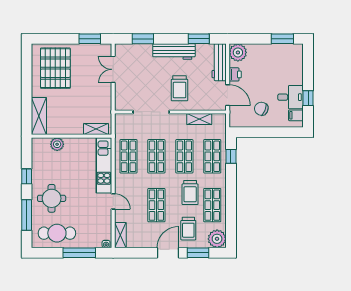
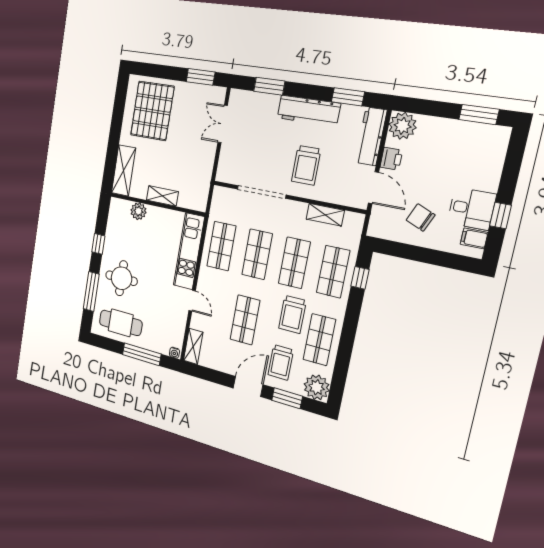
shelving: (96, 129) -> (162, 196), moved

